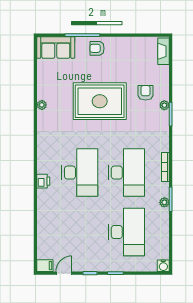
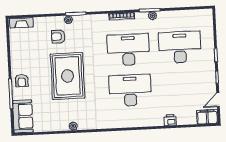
printer: (43, 181) -> (170, 120), moved
filing cabinet: (45, 266) -> (207, 117), width x2.00
water cooler: (163, 266) -> (207, 14), removed
door: (64, 273) -> (218, 100), hinge flipped

